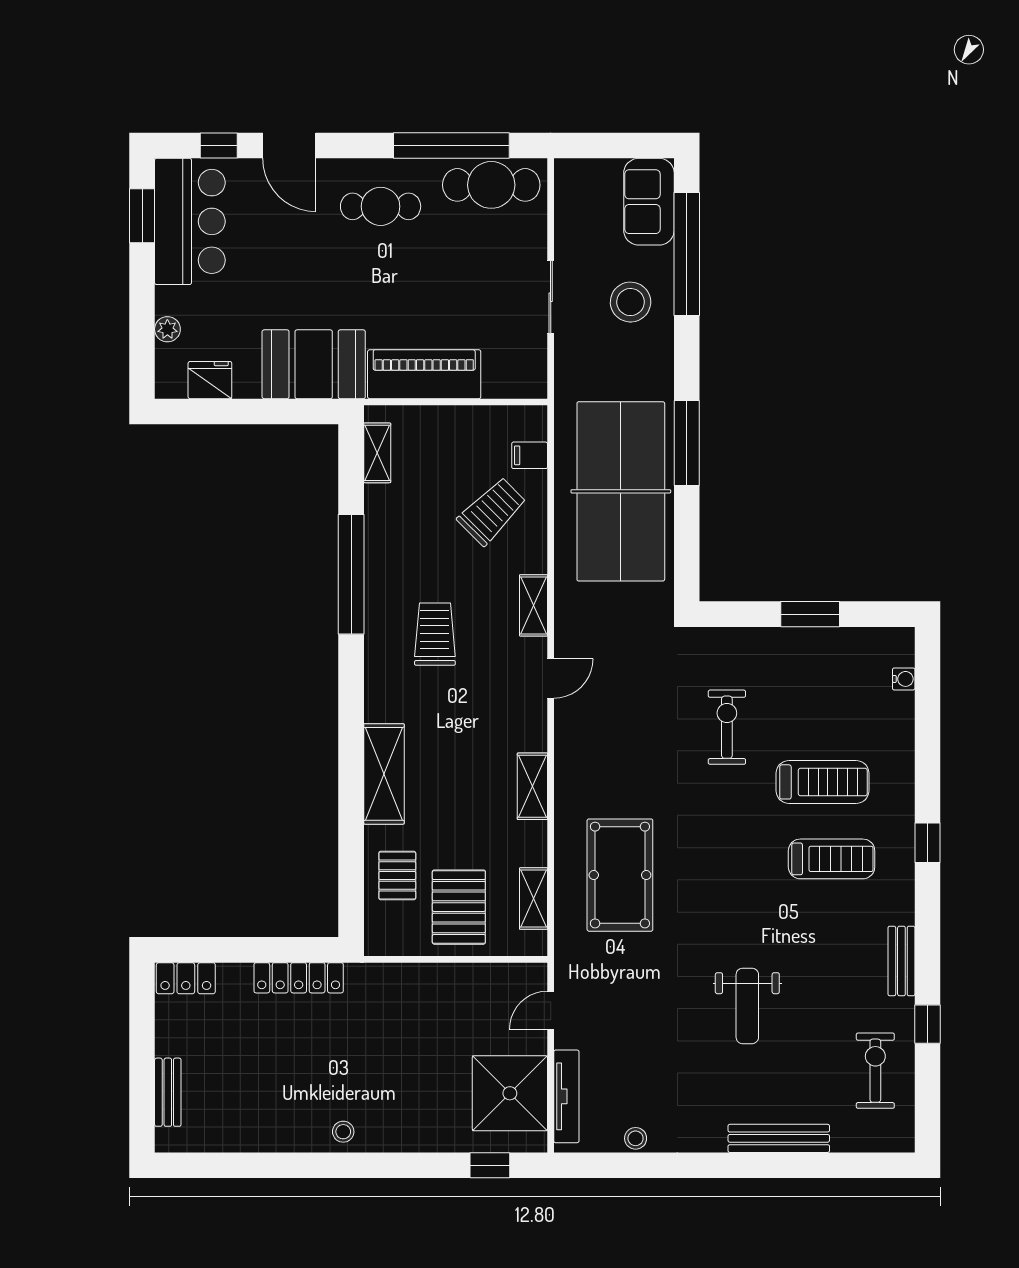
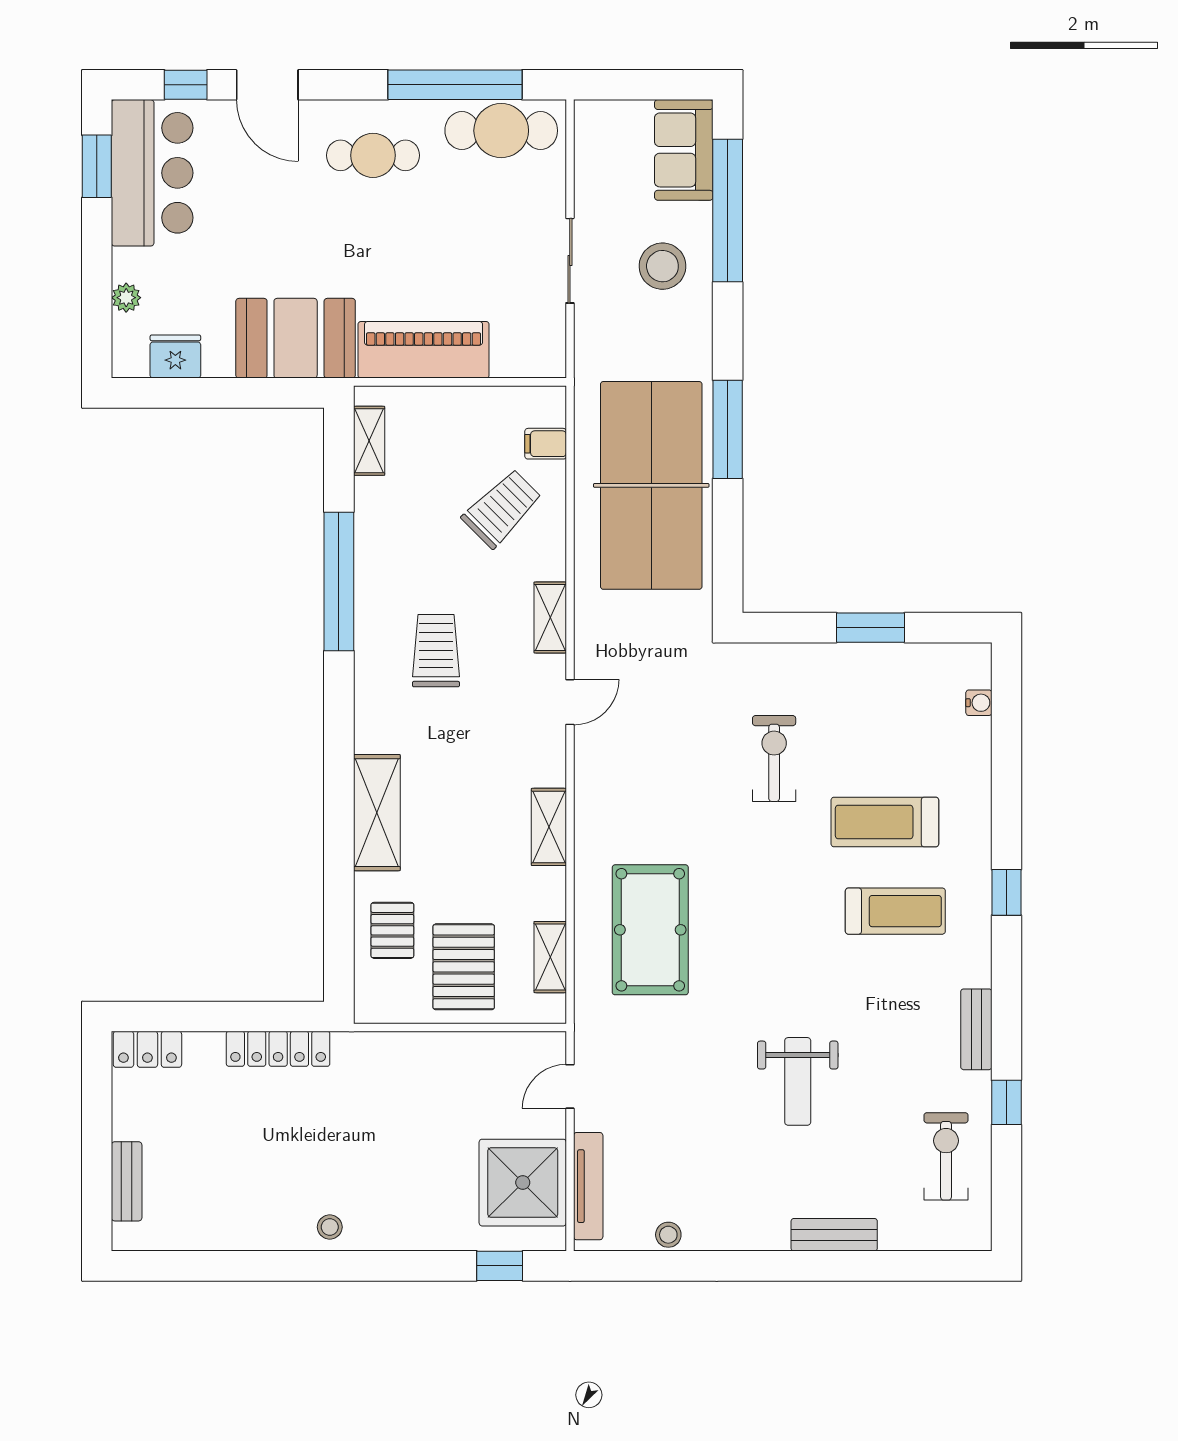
treadmill: (823, 782) -> (885, 822), turned 180
bench: (779, 1138) -> (834, 1235), width x0.73

